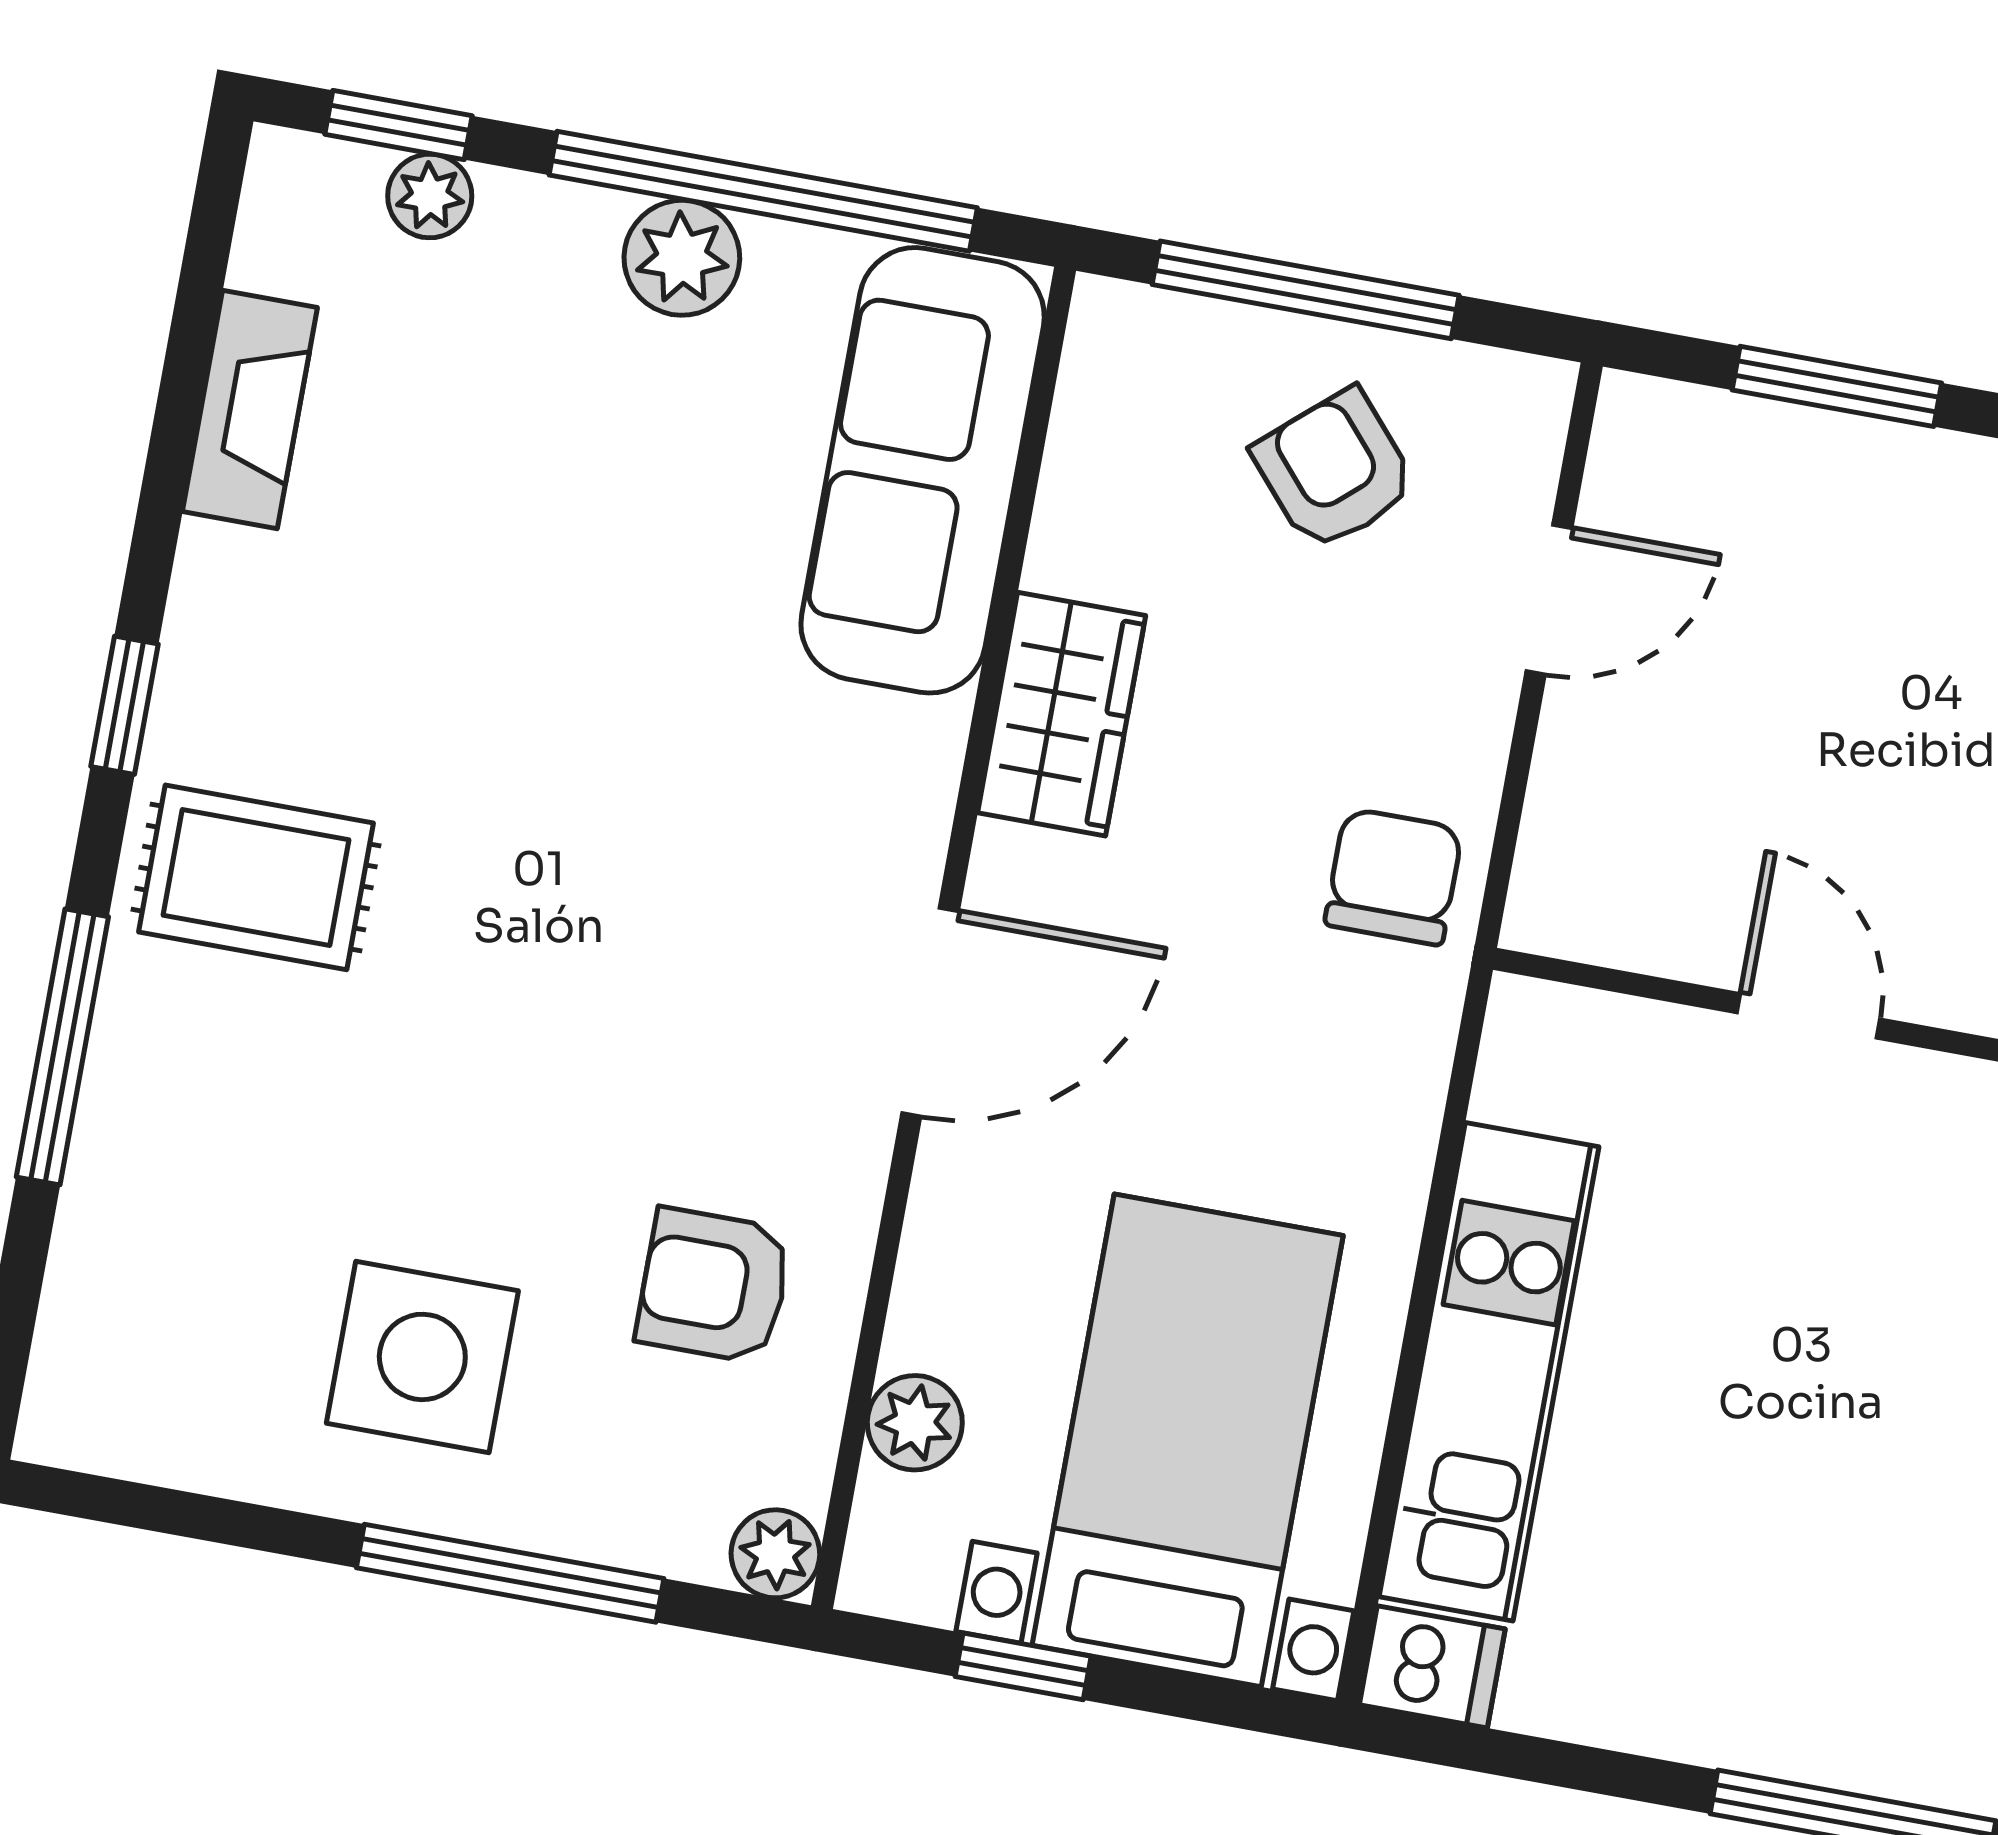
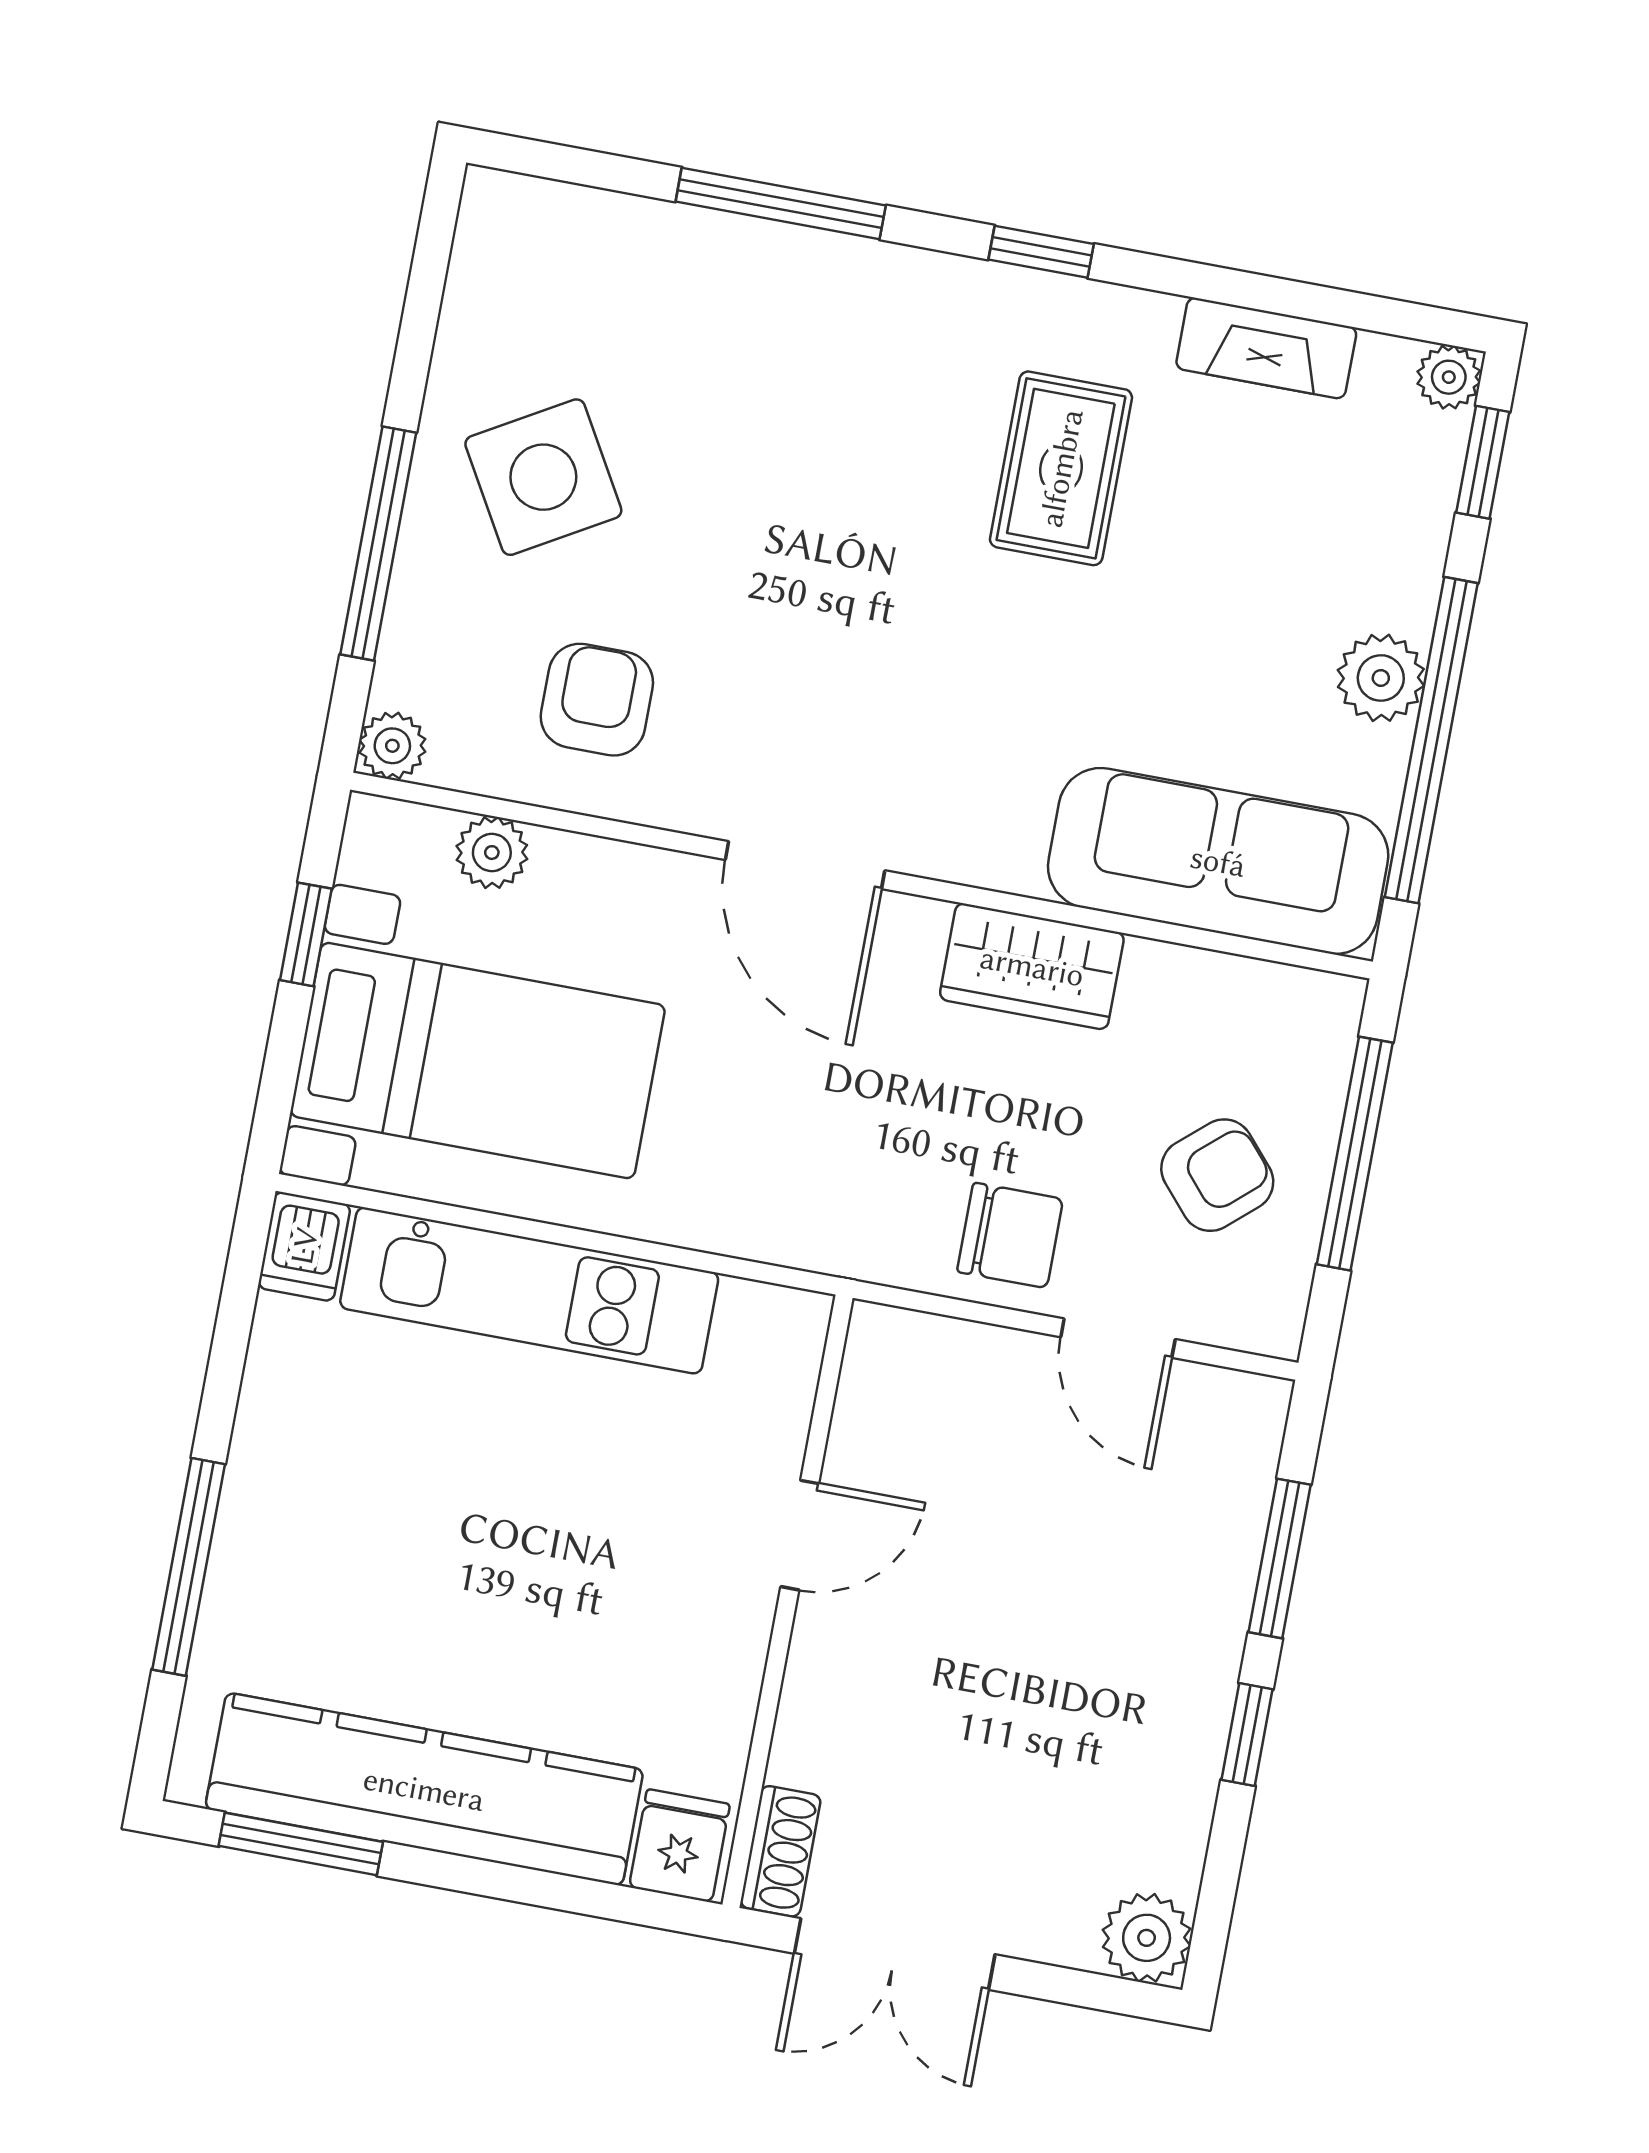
plant: (430, 196) -> (1449, 377), moved
rug: (256, 877) -> (1061, 468), moved
chair: (1394, 877) -> (1010, 1235), moved
side table: (422, 1357) -> (543, 477), turned -30

